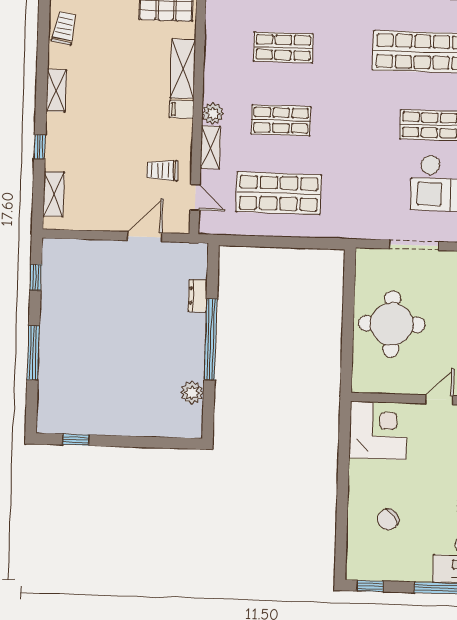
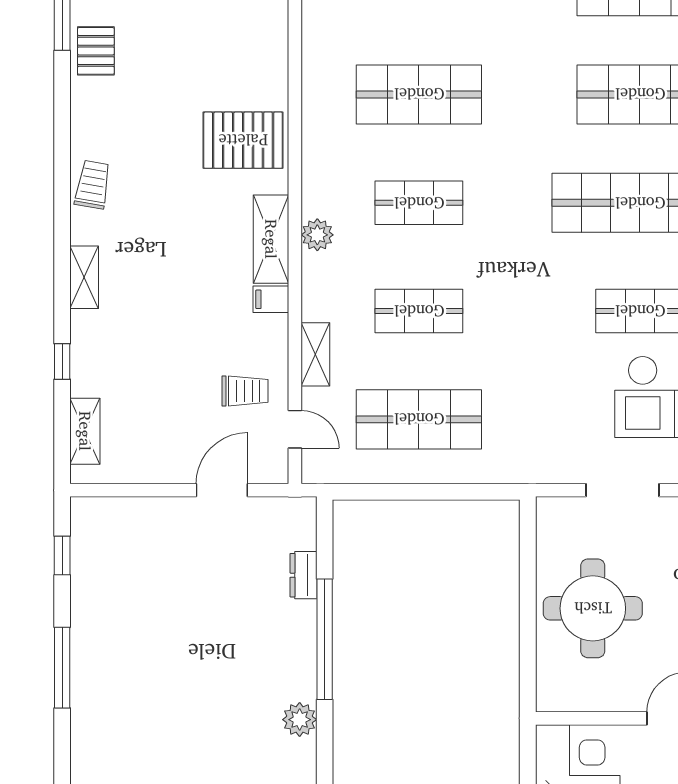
plant: (213, 113) -> (317, 235), moved
trolley: (162, 170) -> (245, 391), turned 180

